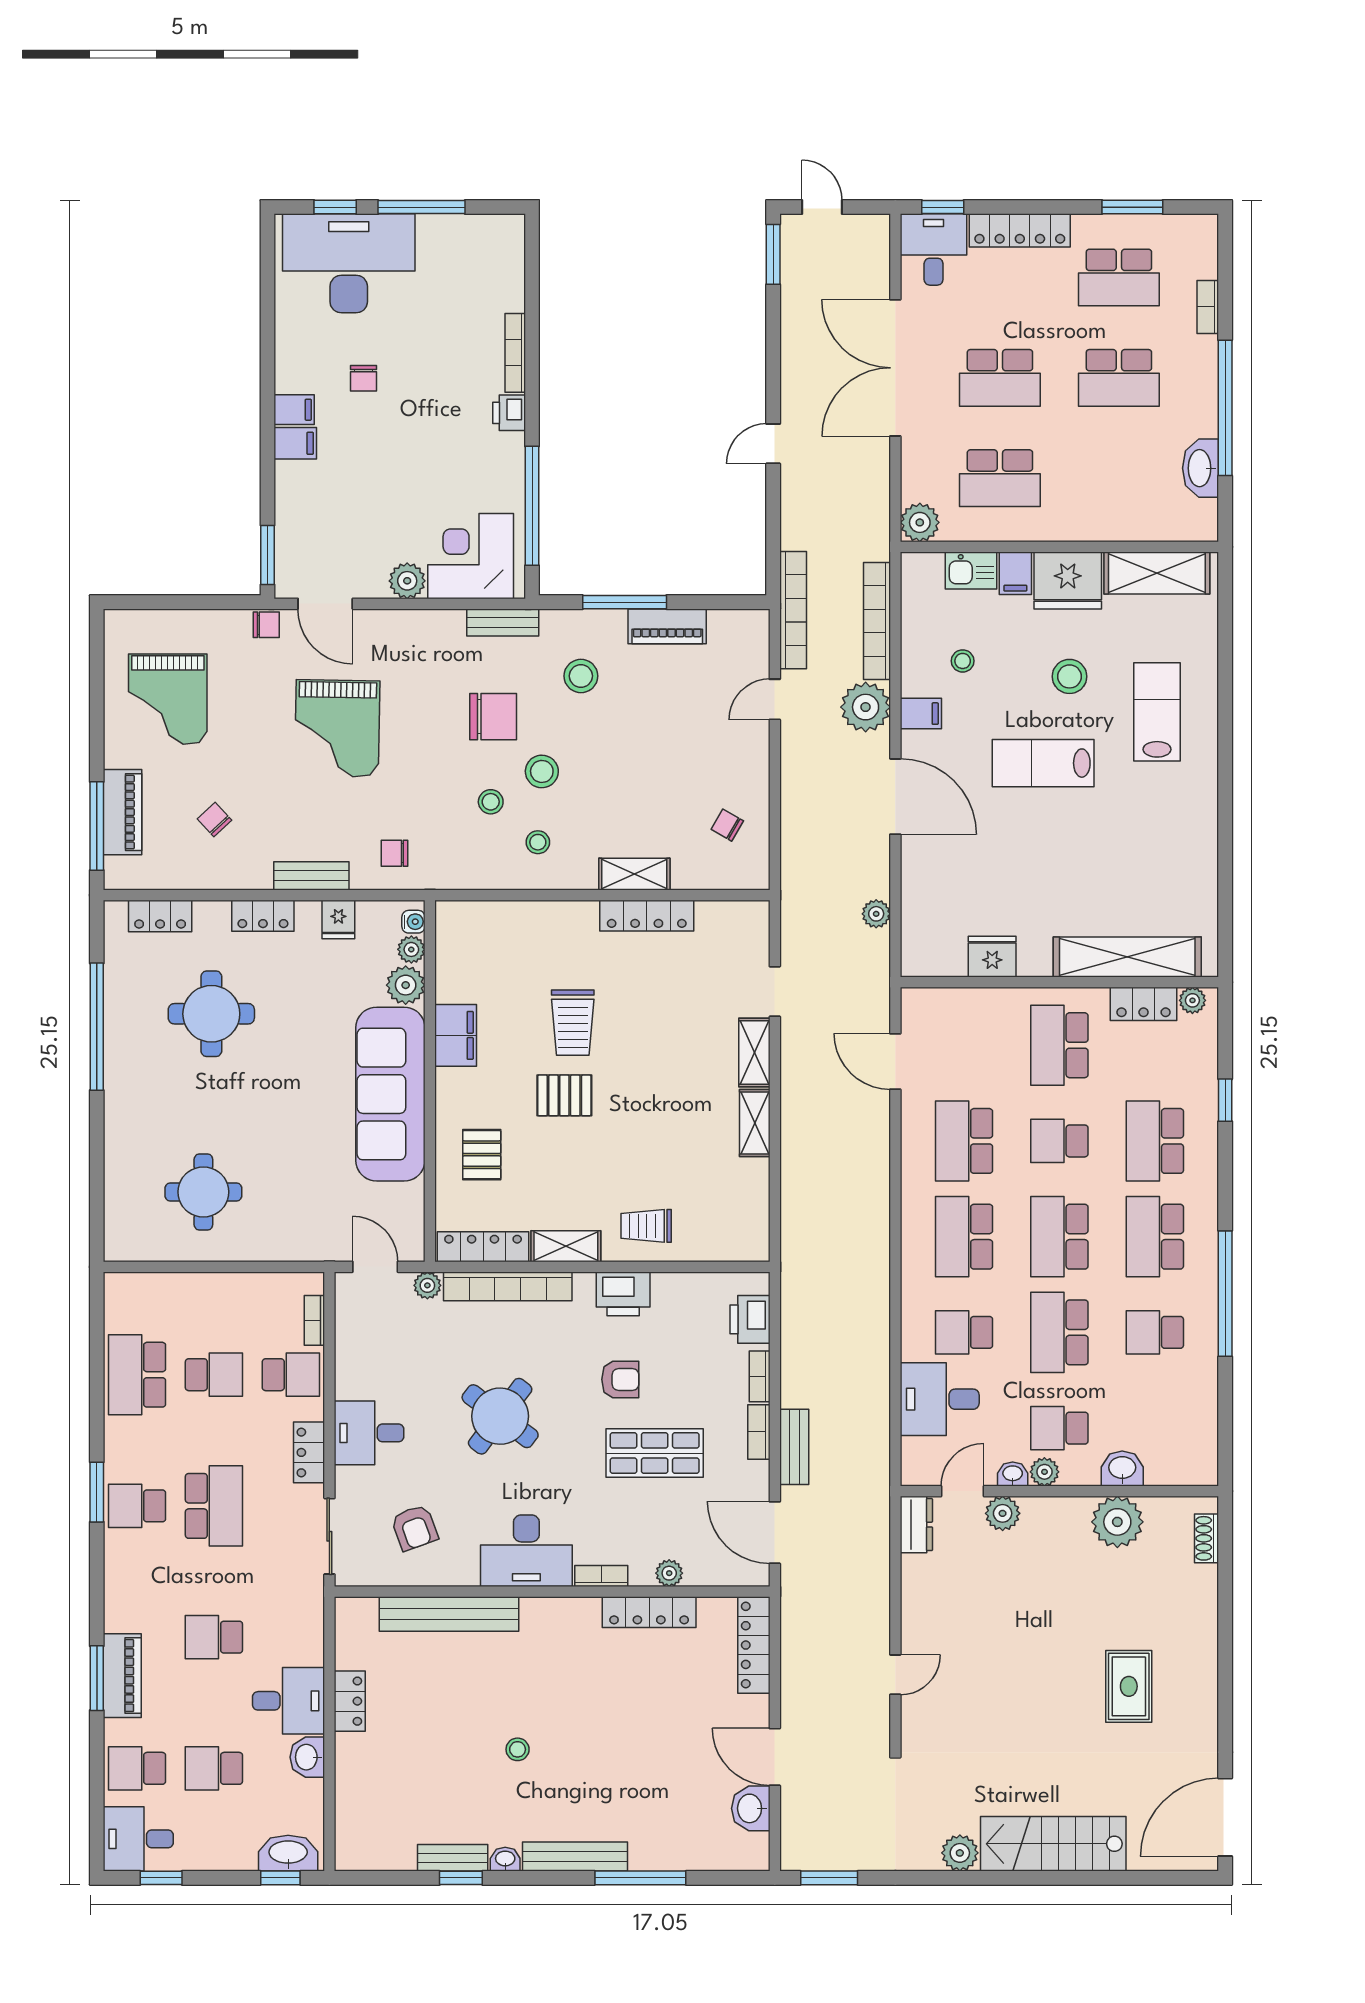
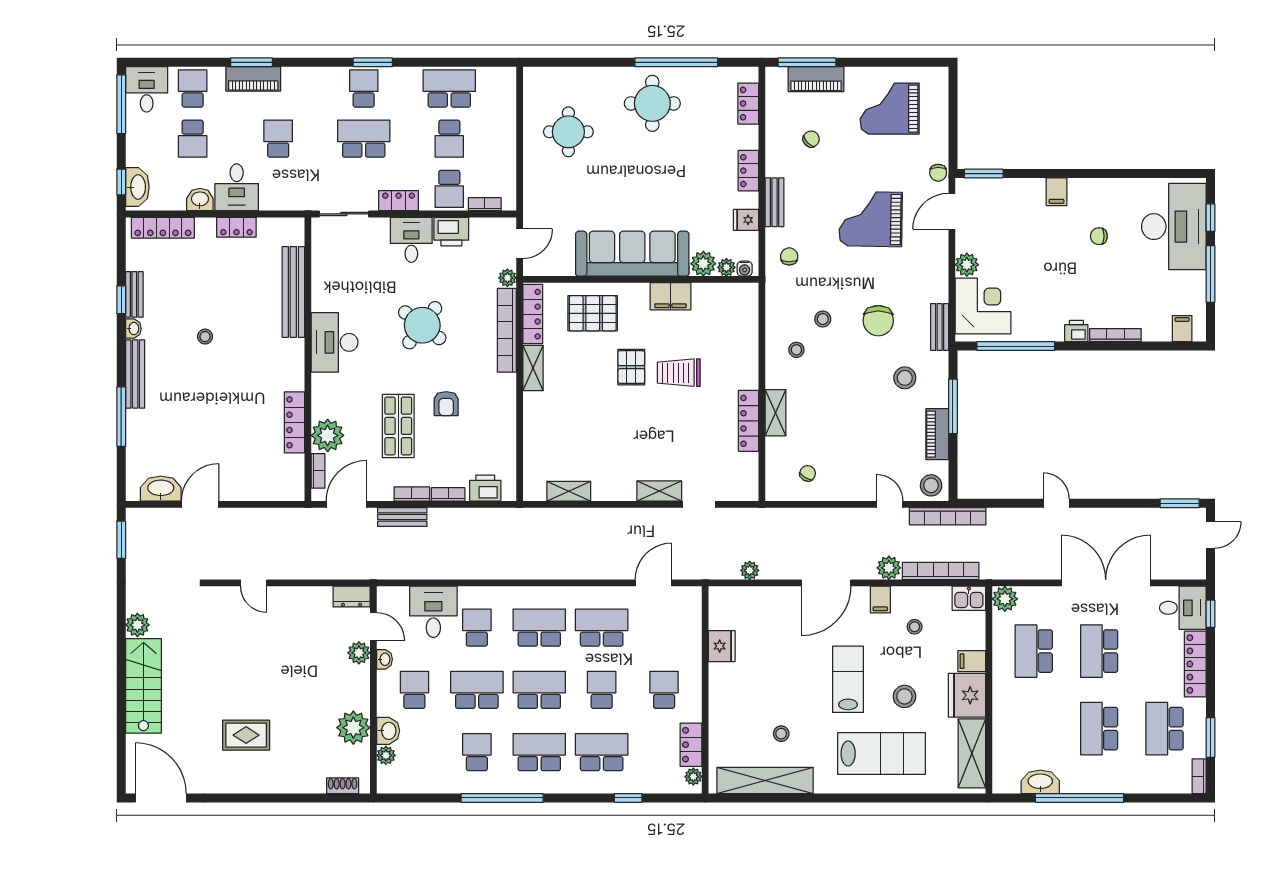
bookcase: (1208, 307) -> (1199, 776), moved, turned -90
filing cabinet: (294, 410) -> (1182, 329), moved, turned 180
kitchen sink: (971, 571) -> (969, 598), moved, turned -90
plant: (866, 707) -> (889, 568), width x0.73, depth x0.73
lab bench: (1157, 712) -> (881, 754), width x1.36, depth x1.39
stool: (542, 771) -> (931, 485), moved
stool: (1127, 866) -> (781, 734), added
shelving: (1127, 957) -> (765, 780), moved, turned 90
round table: (211, 1014) -> (652, 103), moved
school desk: (1059, 1045) -> (664, 690), width x0.54
shelving: (755, 1123) -> (569, 491), moved
pallet: (482, 1155) -> (593, 313), width x1.50, depth x1.42
trolley: (646, 1226) -> (546, 420), removed
printer: (623, 1294) -> (451, 232), moved, turned -90
plant: (1044, 1472) -> (386, 755), moved
school desk: (214, 1506) -> (364, 139), turned 180
armchair: (415, 1528) -> (350, 269), removed
plant: (669, 1573) -> (328, 435), width x1.87, depth x1.87
bookcase: (601, 1576) -> (318, 471), moved
locker: (754, 1645) -> (163, 228), moved, turned 180
school desk: (214, 1768) -> (193, 139), turned 180
washbasin: (751, 1808) -> (161, 489), width x1.38
window: (161, 1878) -> (121, 104), width x2.17

